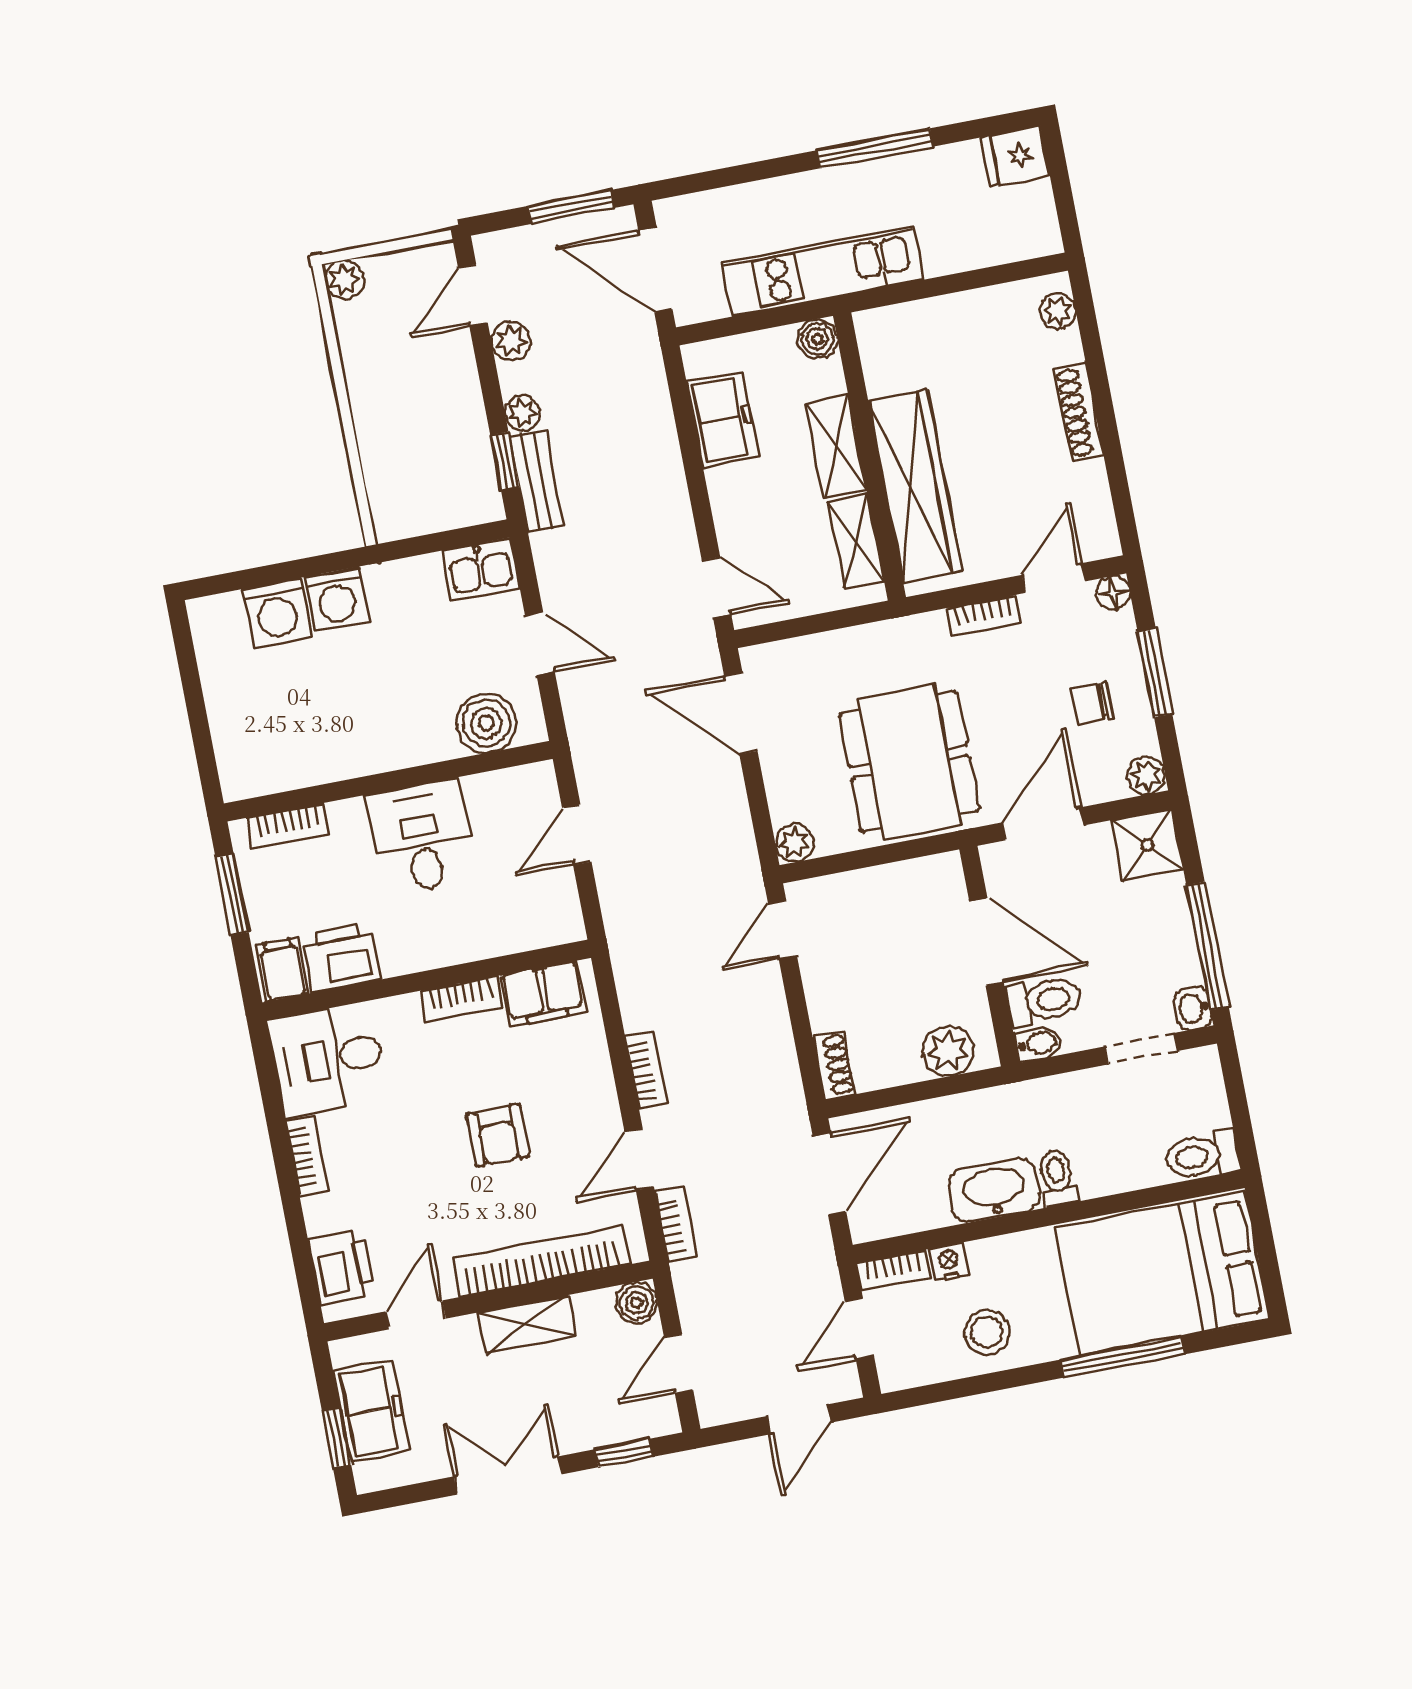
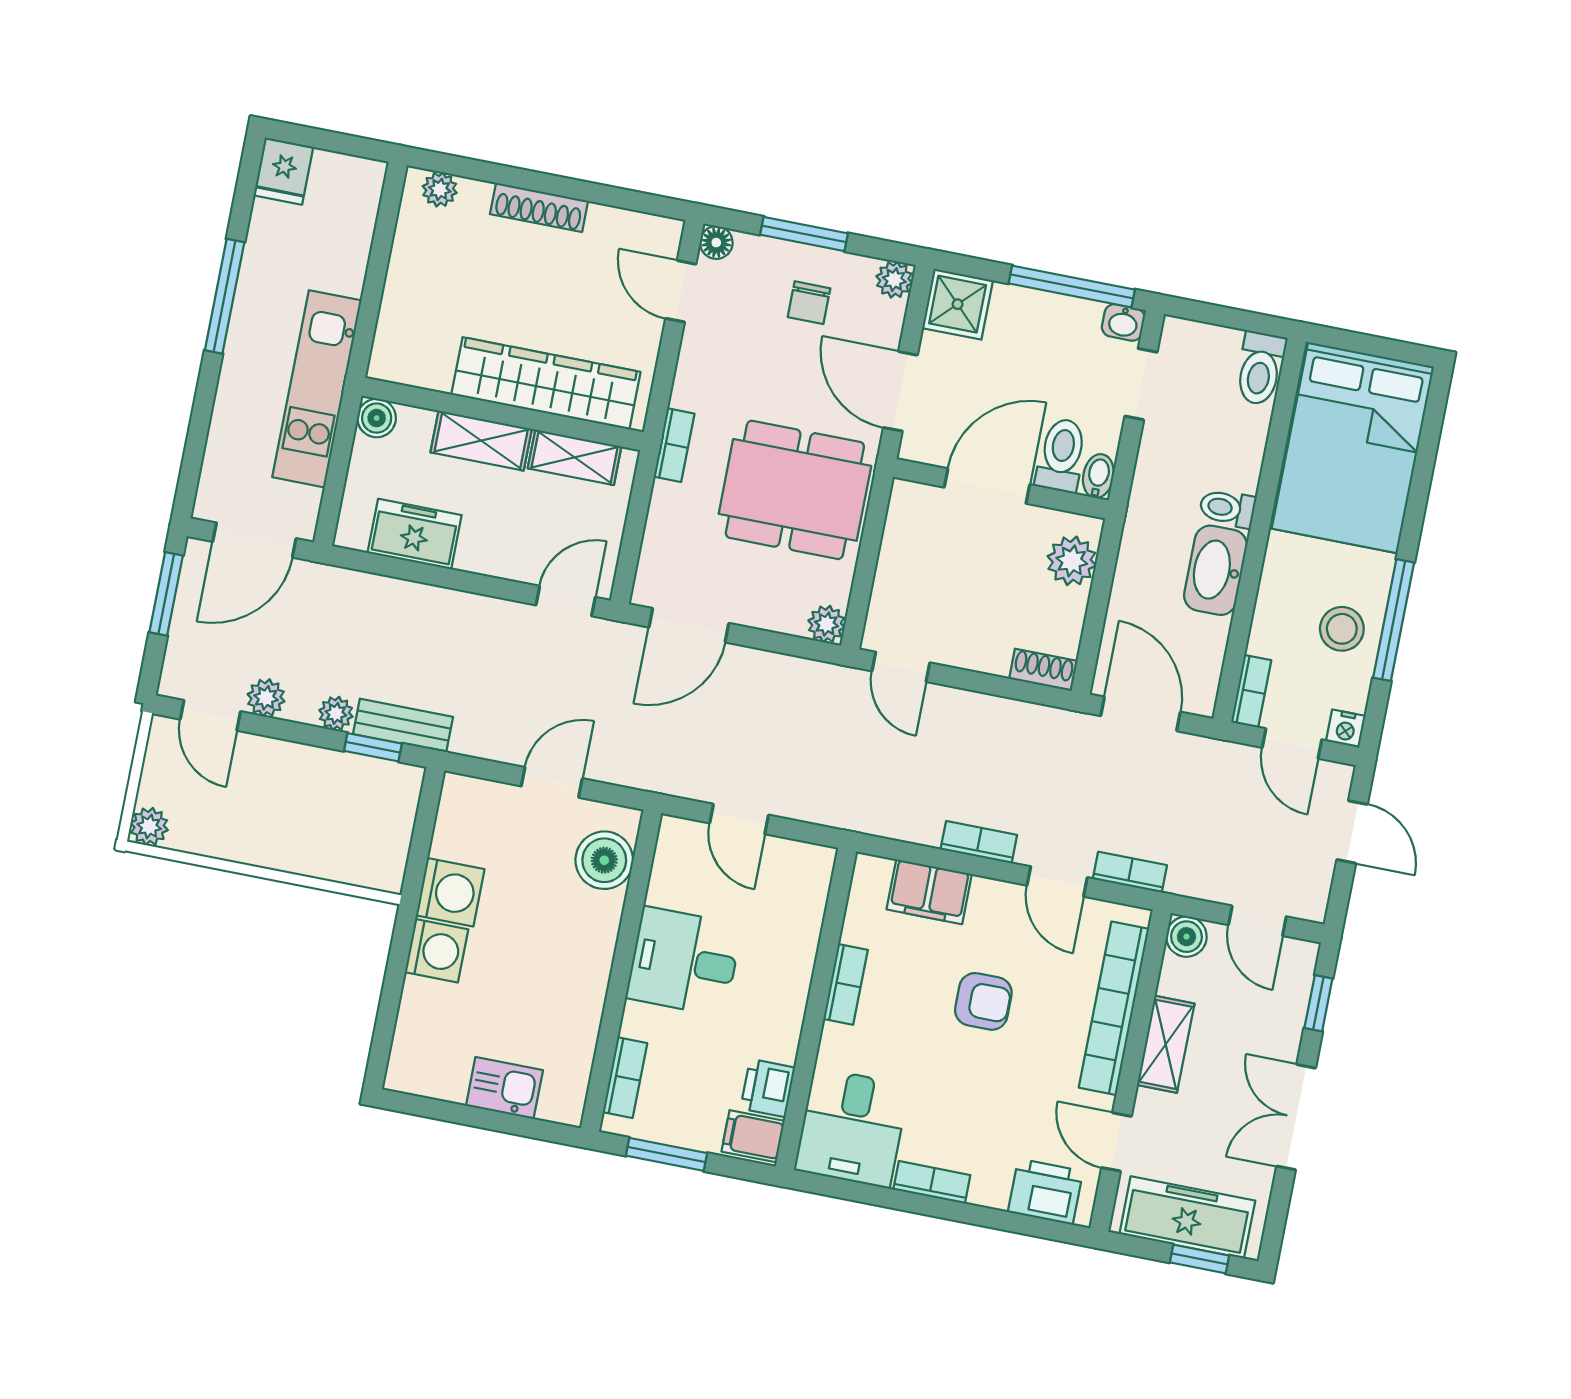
kitchen sink: (480, 569) -> (504, 1088), moved, turned -90
washing machine: (277, 613) -> (450, 892), moved
bookcase: (983, 615) -> (674, 445), moved
printer: (342, 957) -> (768, 1088), width x0.73, depth x0.81
filing cabinet: (543, 994) -> (929, 892), moved, turned 90
nightstand: (949, 1262) -> (1346, 729), moved, turned -90
window: (1122, 1357) -> (1394, 620), moved
freezer: (371, 1411) -> (1187, 1217), width x1.40

